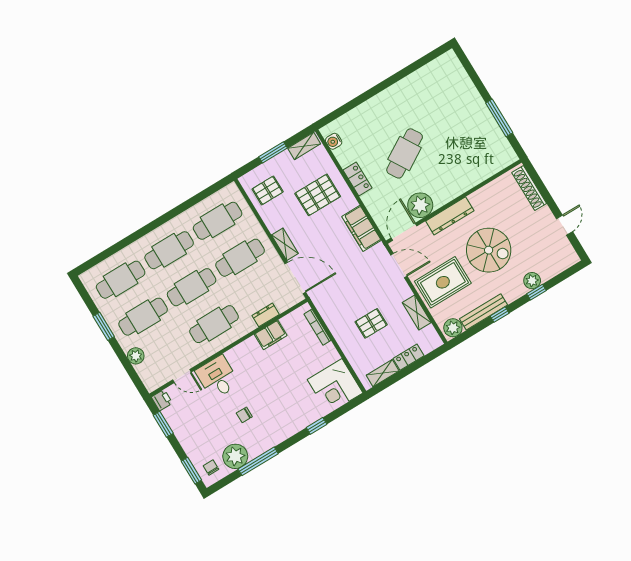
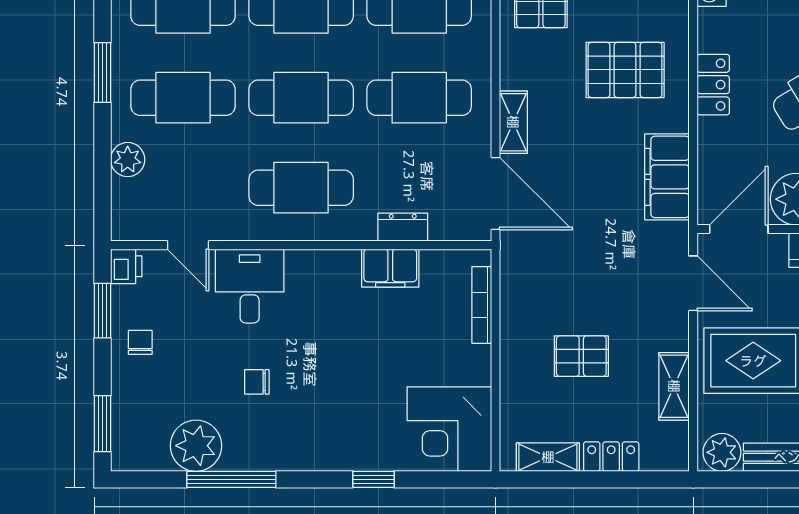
chair: (211, 468) -> (140, 342), moved

